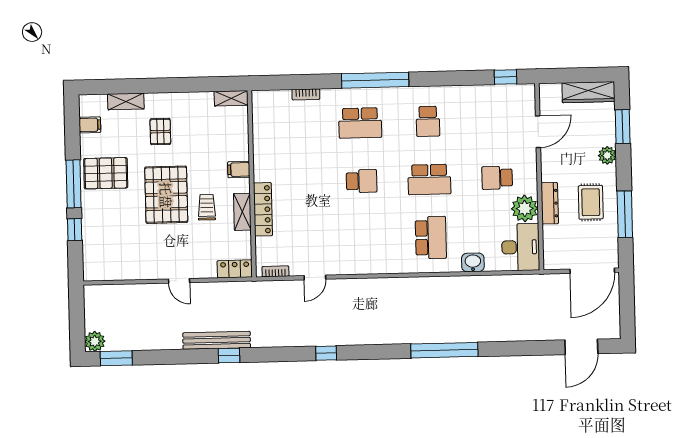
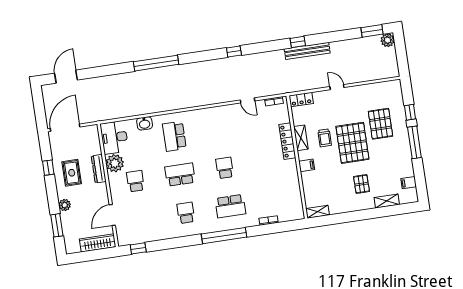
wardrobe: (588, 92) -> (98, 243), moved
school desk: (360, 123) -> (230, 206), turned 180
pallet: (106, 173) -> (380, 124), moved, turned 90
school desk: (497, 178) -> (135, 181), turned -90
school desk: (362, 181) -> (225, 168), turned 90
window: (625, 214) -> (48, 168), width x0.46
door: (315, 277) -> (248, 100), swing flipped

